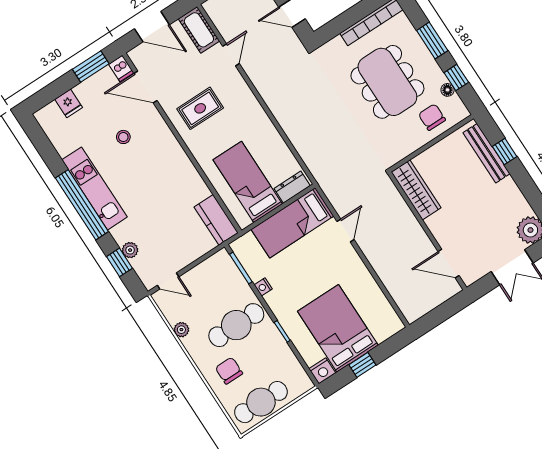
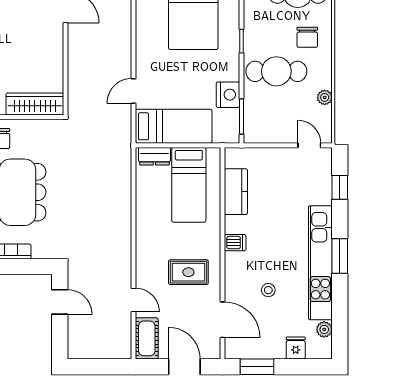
door: (231, 55) -> (134, 300), swing flipped
dishwasher: (121, 68) -> (235, 243), moved, turned 90
kitchen unit: (95, 188) -> (320, 263), width x1.36
wardrobe: (416, 190) -> (35, 104), moved, turned 90
window: (82, 205) -> (340, 256), width x0.47
kitchen counter: (216, 220) -> (236, 192), moved
plant: (130, 250) -> (324, 329), moved
nightstand: (263, 287) -> (228, 95), width x1.89, depth x1.79

